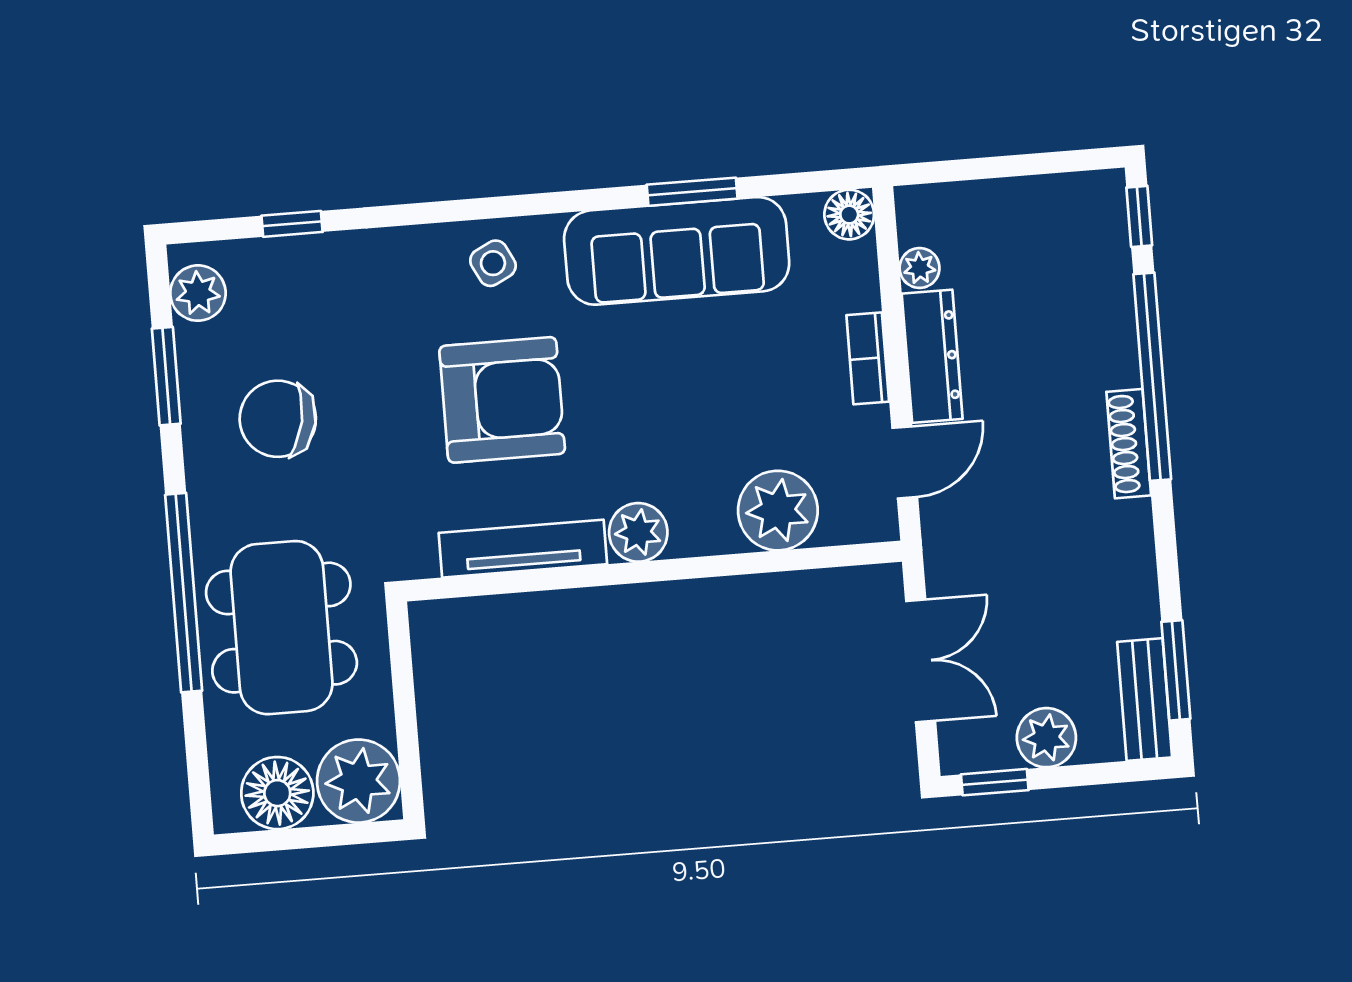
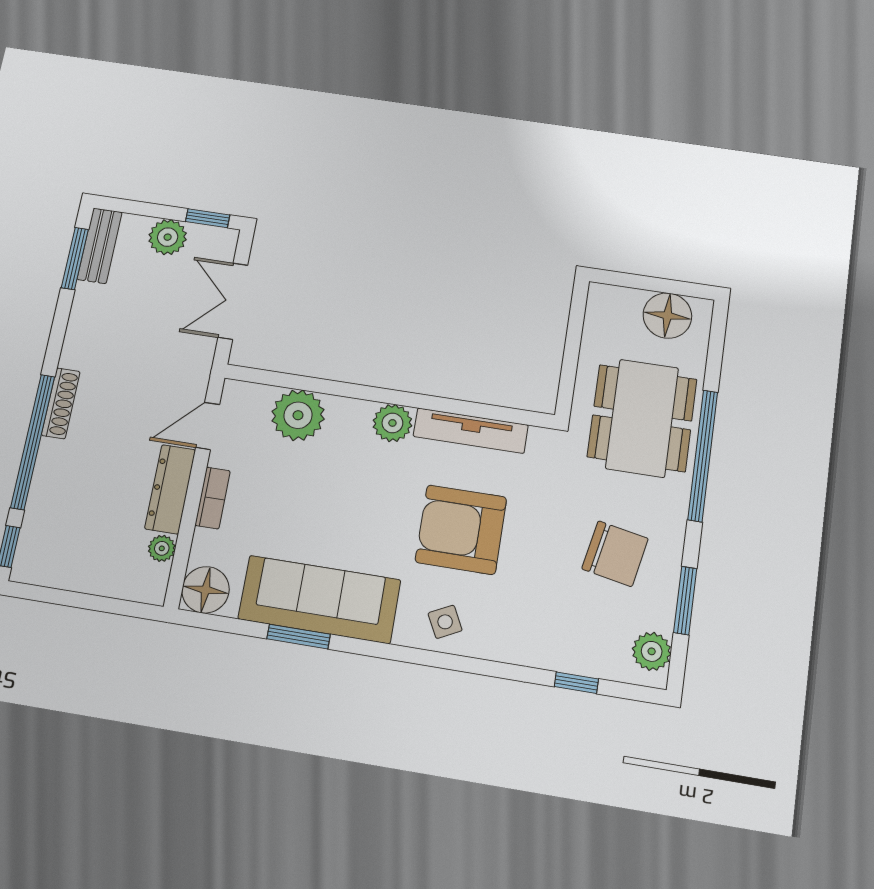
floor lamp: (849, 215) -> (206, 590), width x1.38, depth x1.38
plant: (359, 781) -> (613, 311), removed

